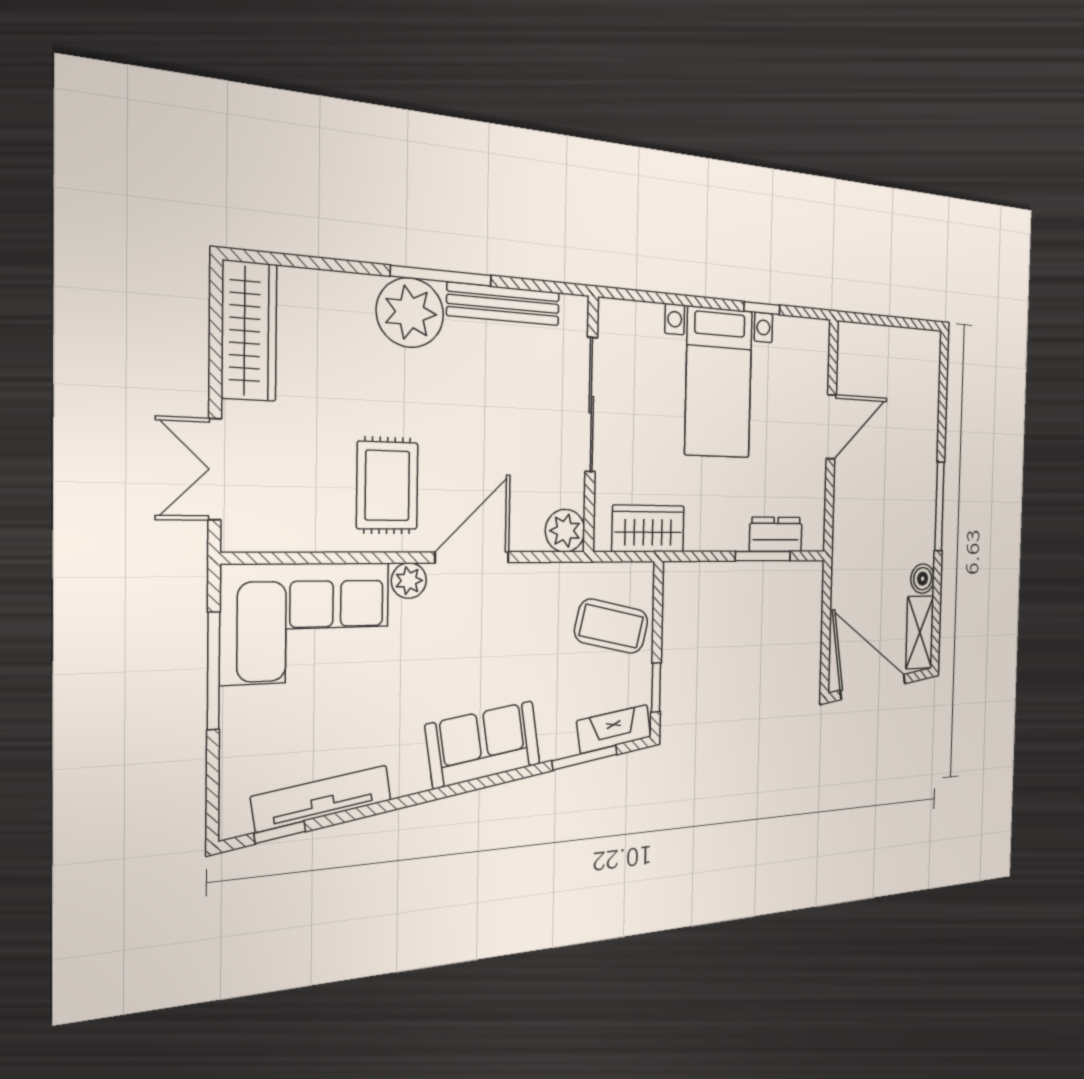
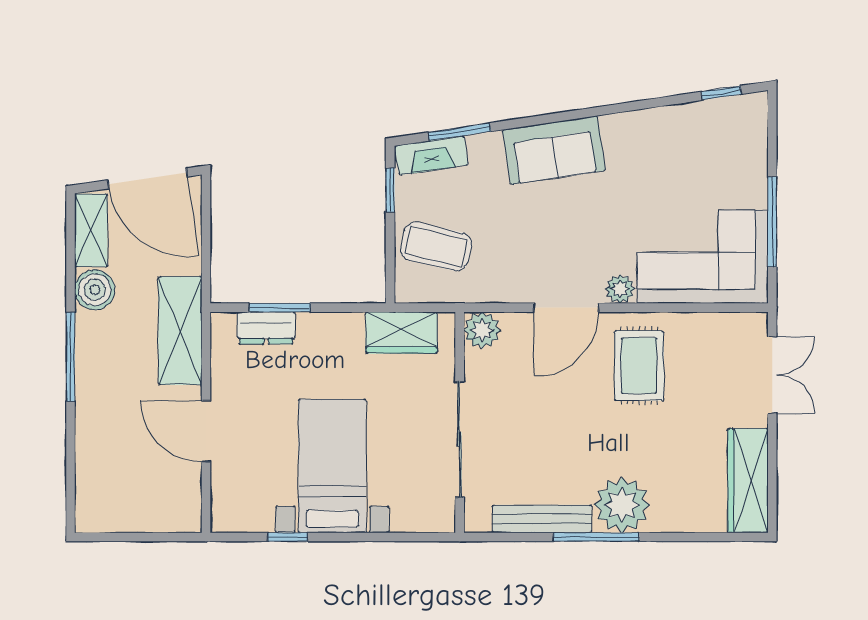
door: (831, 427) -> (206, 431), hinge flipped
shelving: (850, 532) -> (180, 331), added
boiler: (923, 579) -> (95, 290), width x1.36, depth x1.36
tv unit: (322, 798) -> (689, 117), removed

